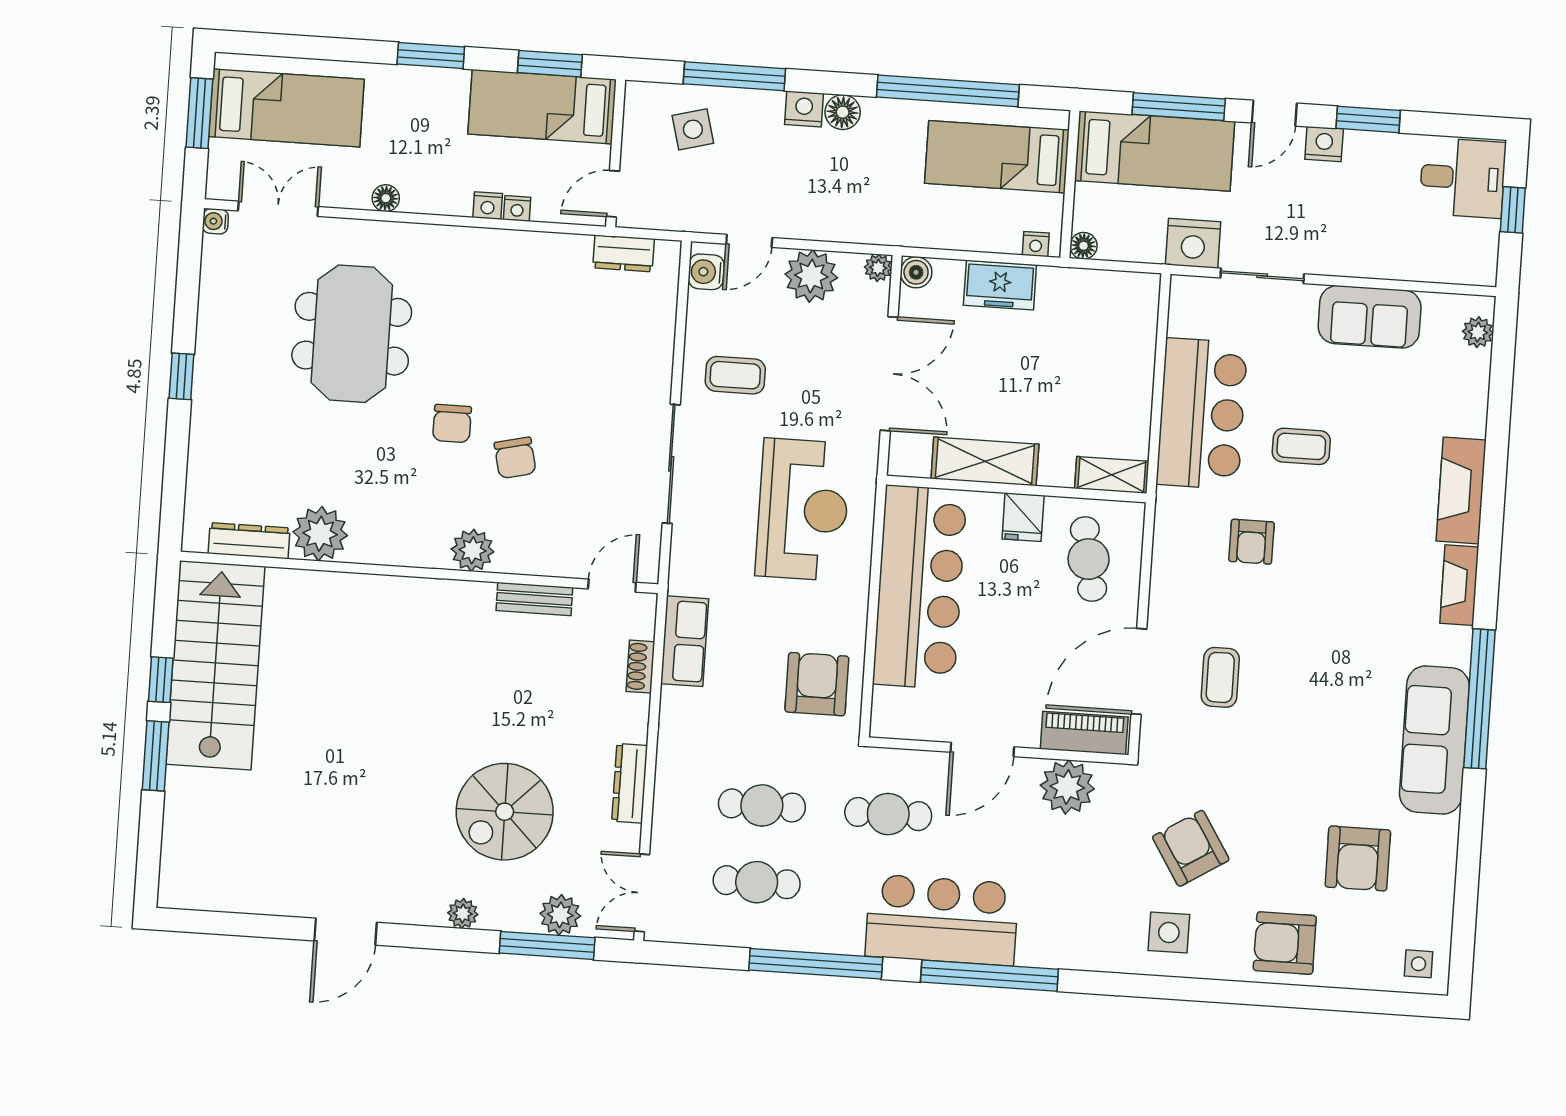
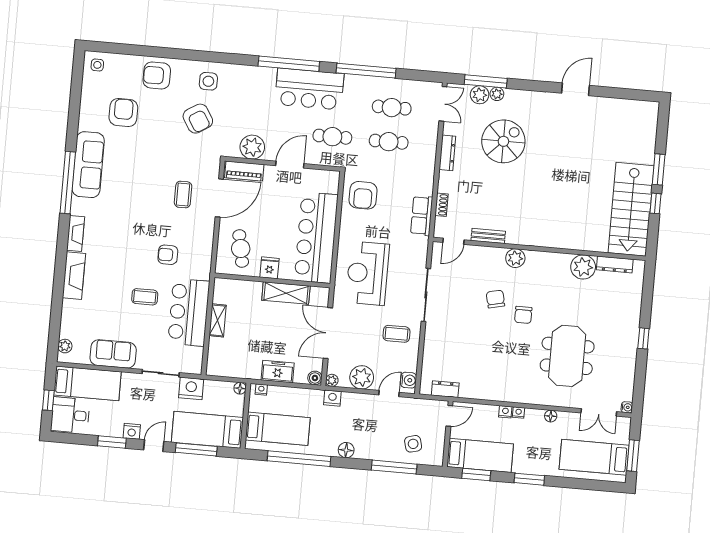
nightstand: (804, 109) -> (332, 398), moved, turned 180
nightstand: (517, 208) -> (519, 413), moved
bed: (1426, 250) -> (87, 383), added
chair: (452, 423) -> (523, 315), turned 180
shelving: (1112, 475) -> (218, 320), moved, turned 90
armchair: (1252, 542) -> (168, 255), turned -90
plant: (463, 914) -> (497, 94), moved
armchair: (1285, 943) -> (157, 75), turned 180

